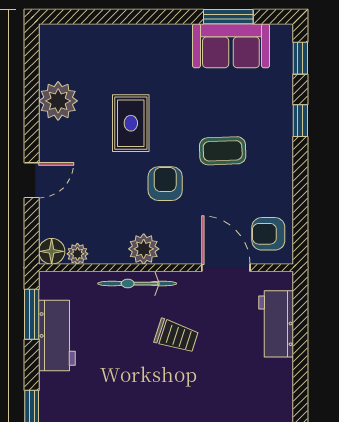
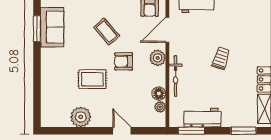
coffee table: (223, 151) -> (107, 32), turned -39
plant: (144, 249) -> (158, 58), moved
floor lamp: (52, 251) -> (159, 94), moved
trolley: (176, 336) -> (221, 58), moved

